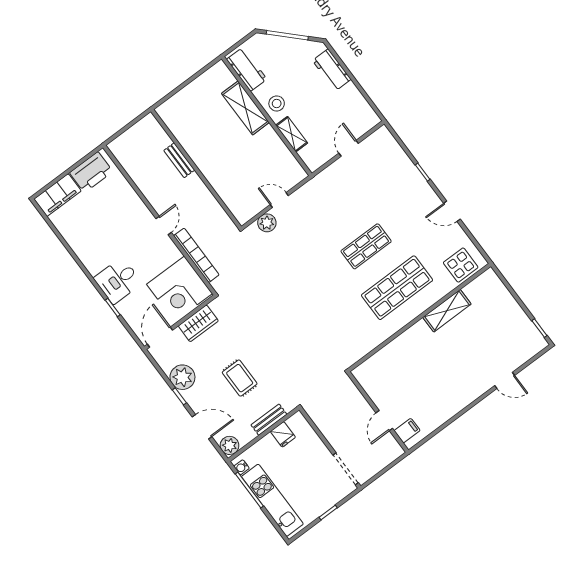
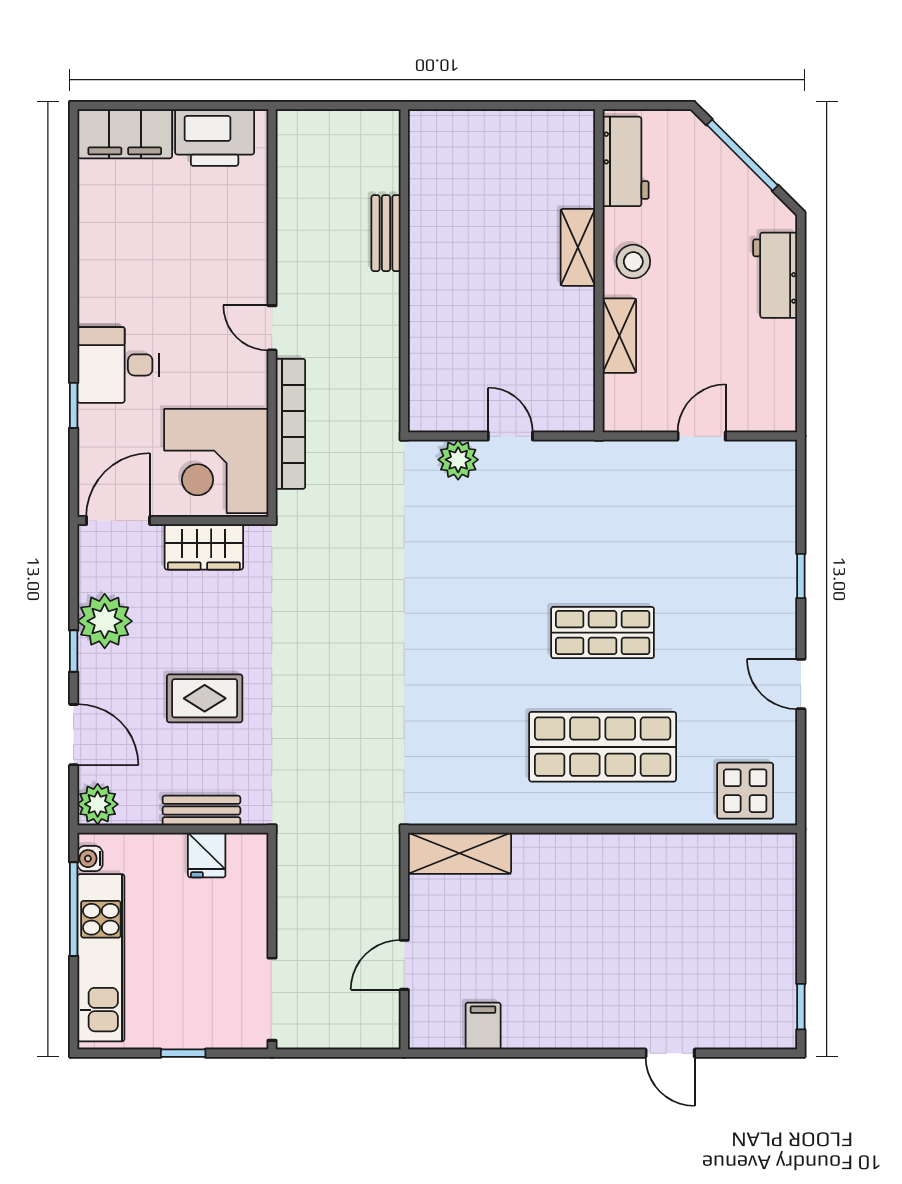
shelving: (245, 108) -> (578, 247), width x0.67, depth x0.75
door: (164, 226) -> (272, 328), swing flipped
shelving: (447, 311) -> (459, 853), moved
rug: (240, 378) -> (205, 698), turned 90
filing cabinet: (407, 431) -> (483, 1026), moved, turned -90

